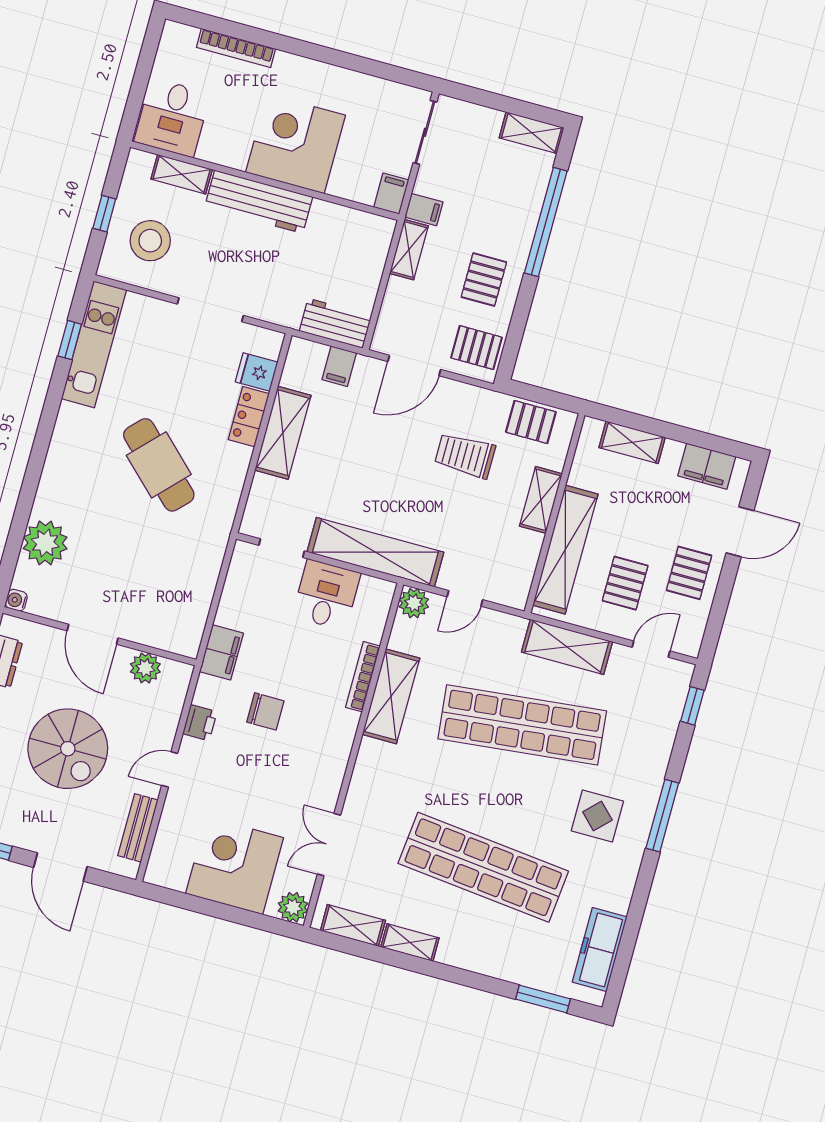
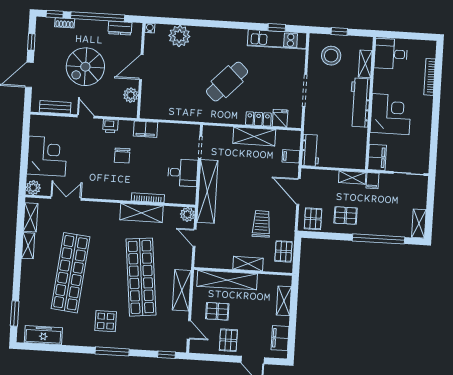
filing cabinet: (391, 194) -> (377, 157), width x2.00
pallet: (689, 573) -> (228, 340), turned 90

